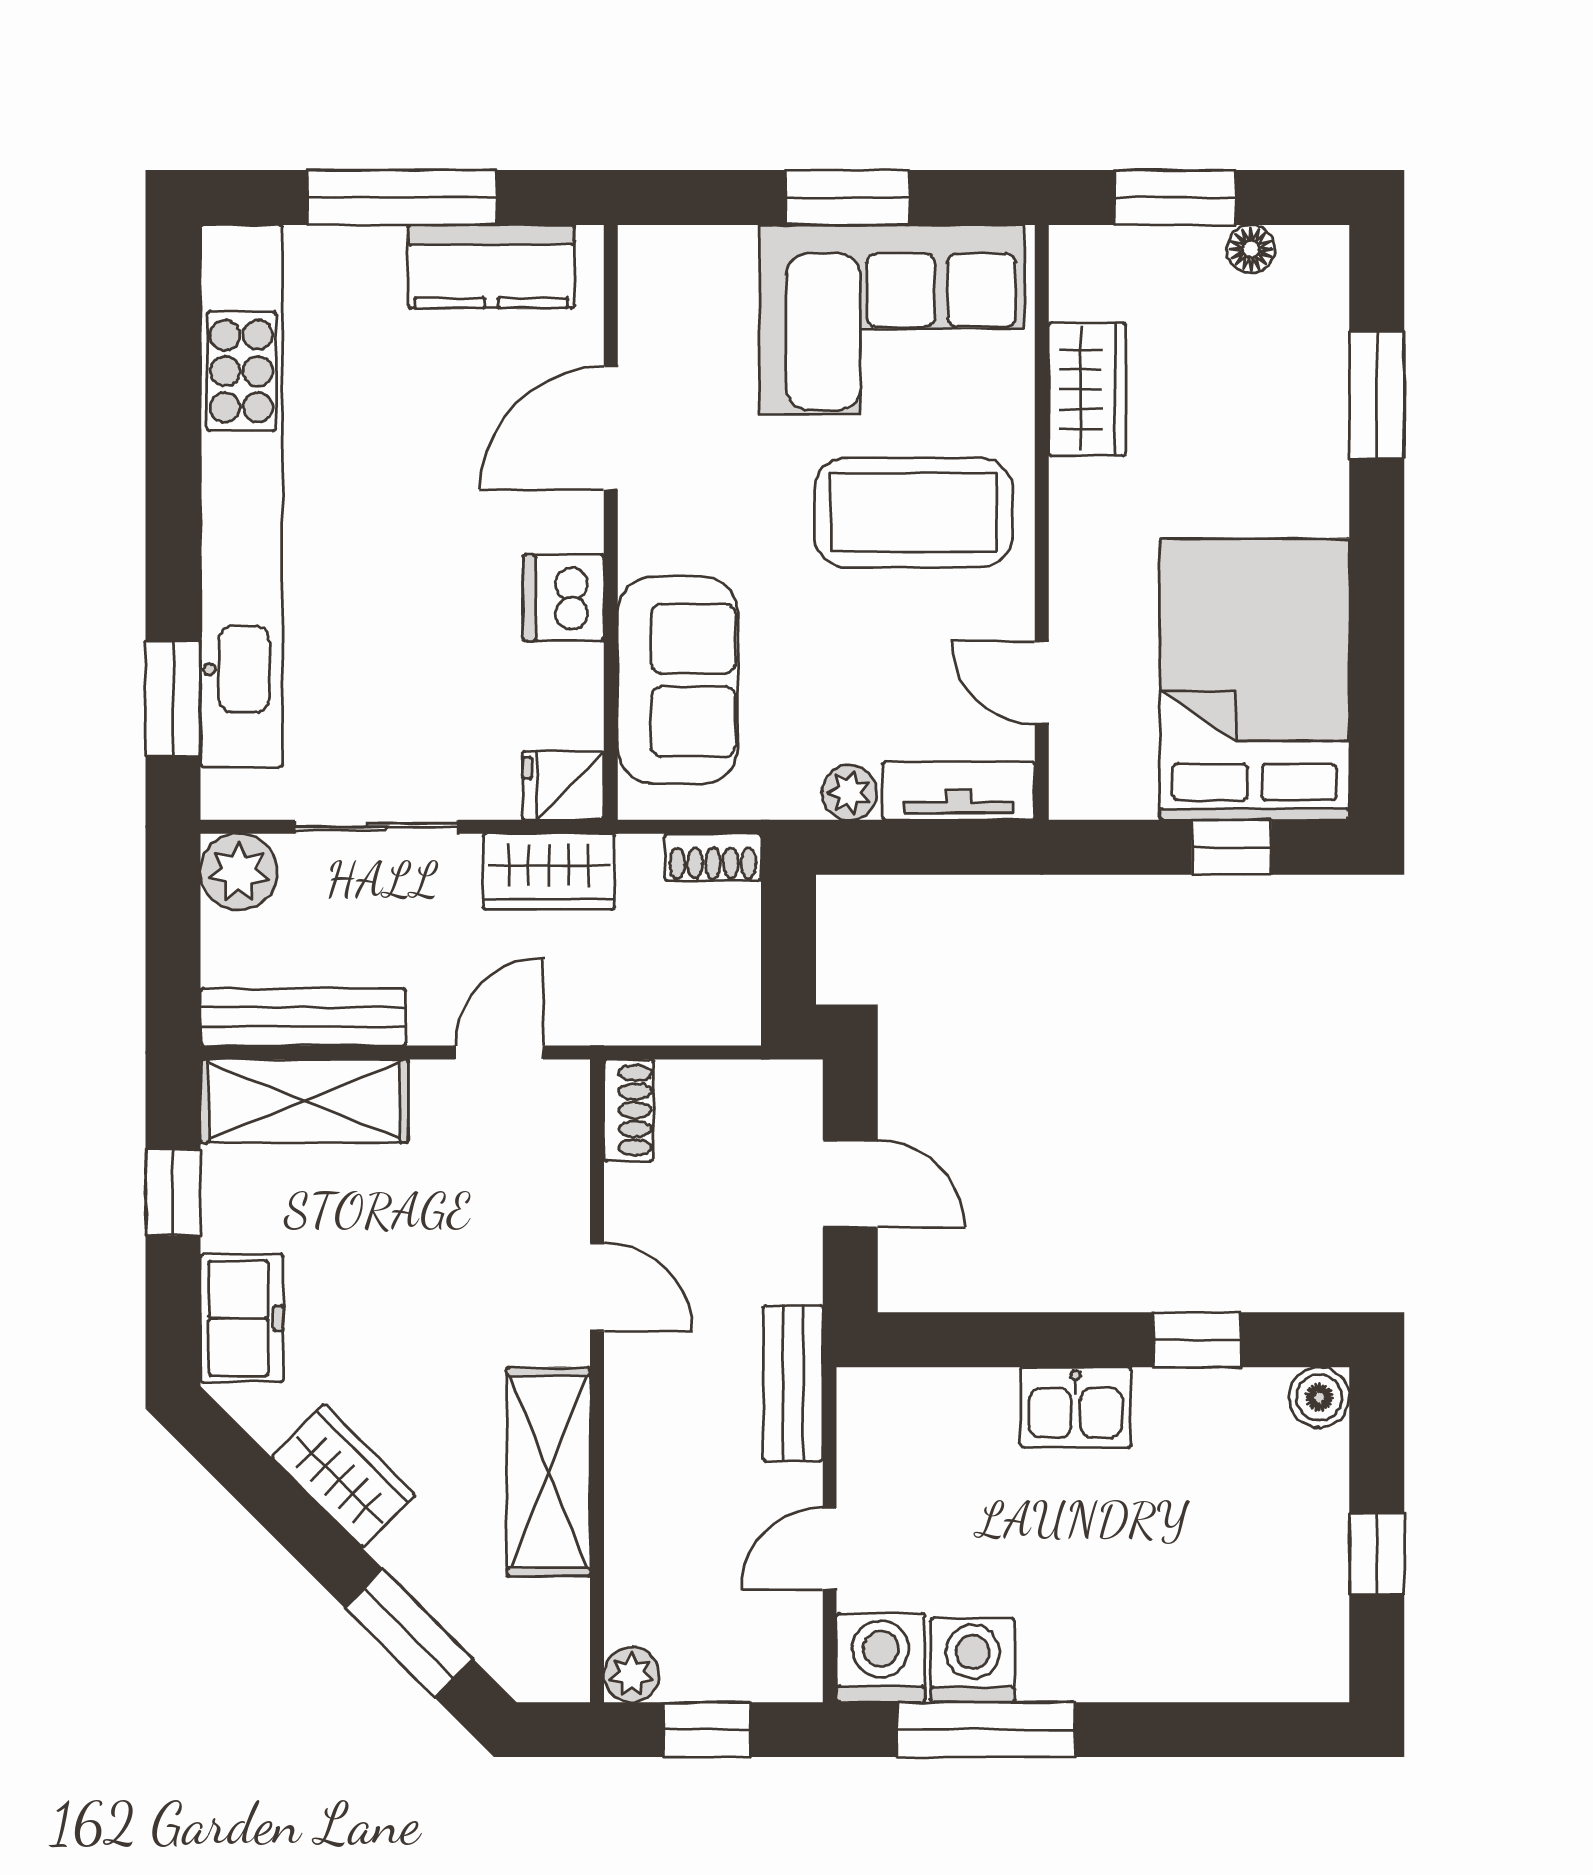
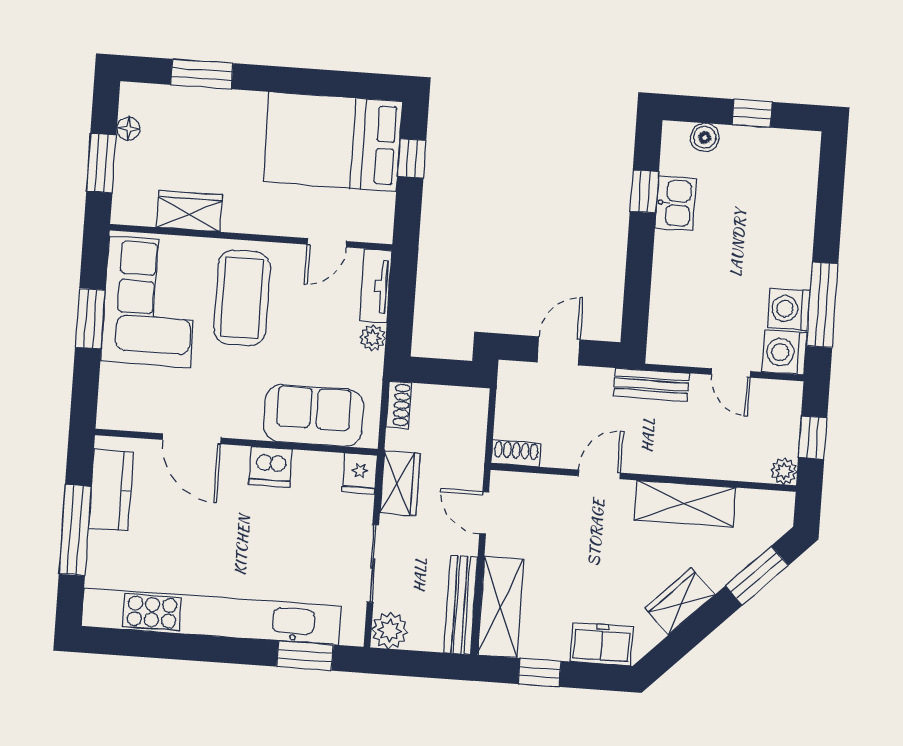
boiler: (1319, 1397) -> (705, 137), moved
kitchen sink: (1076, 1407) -> (676, 203), moved

